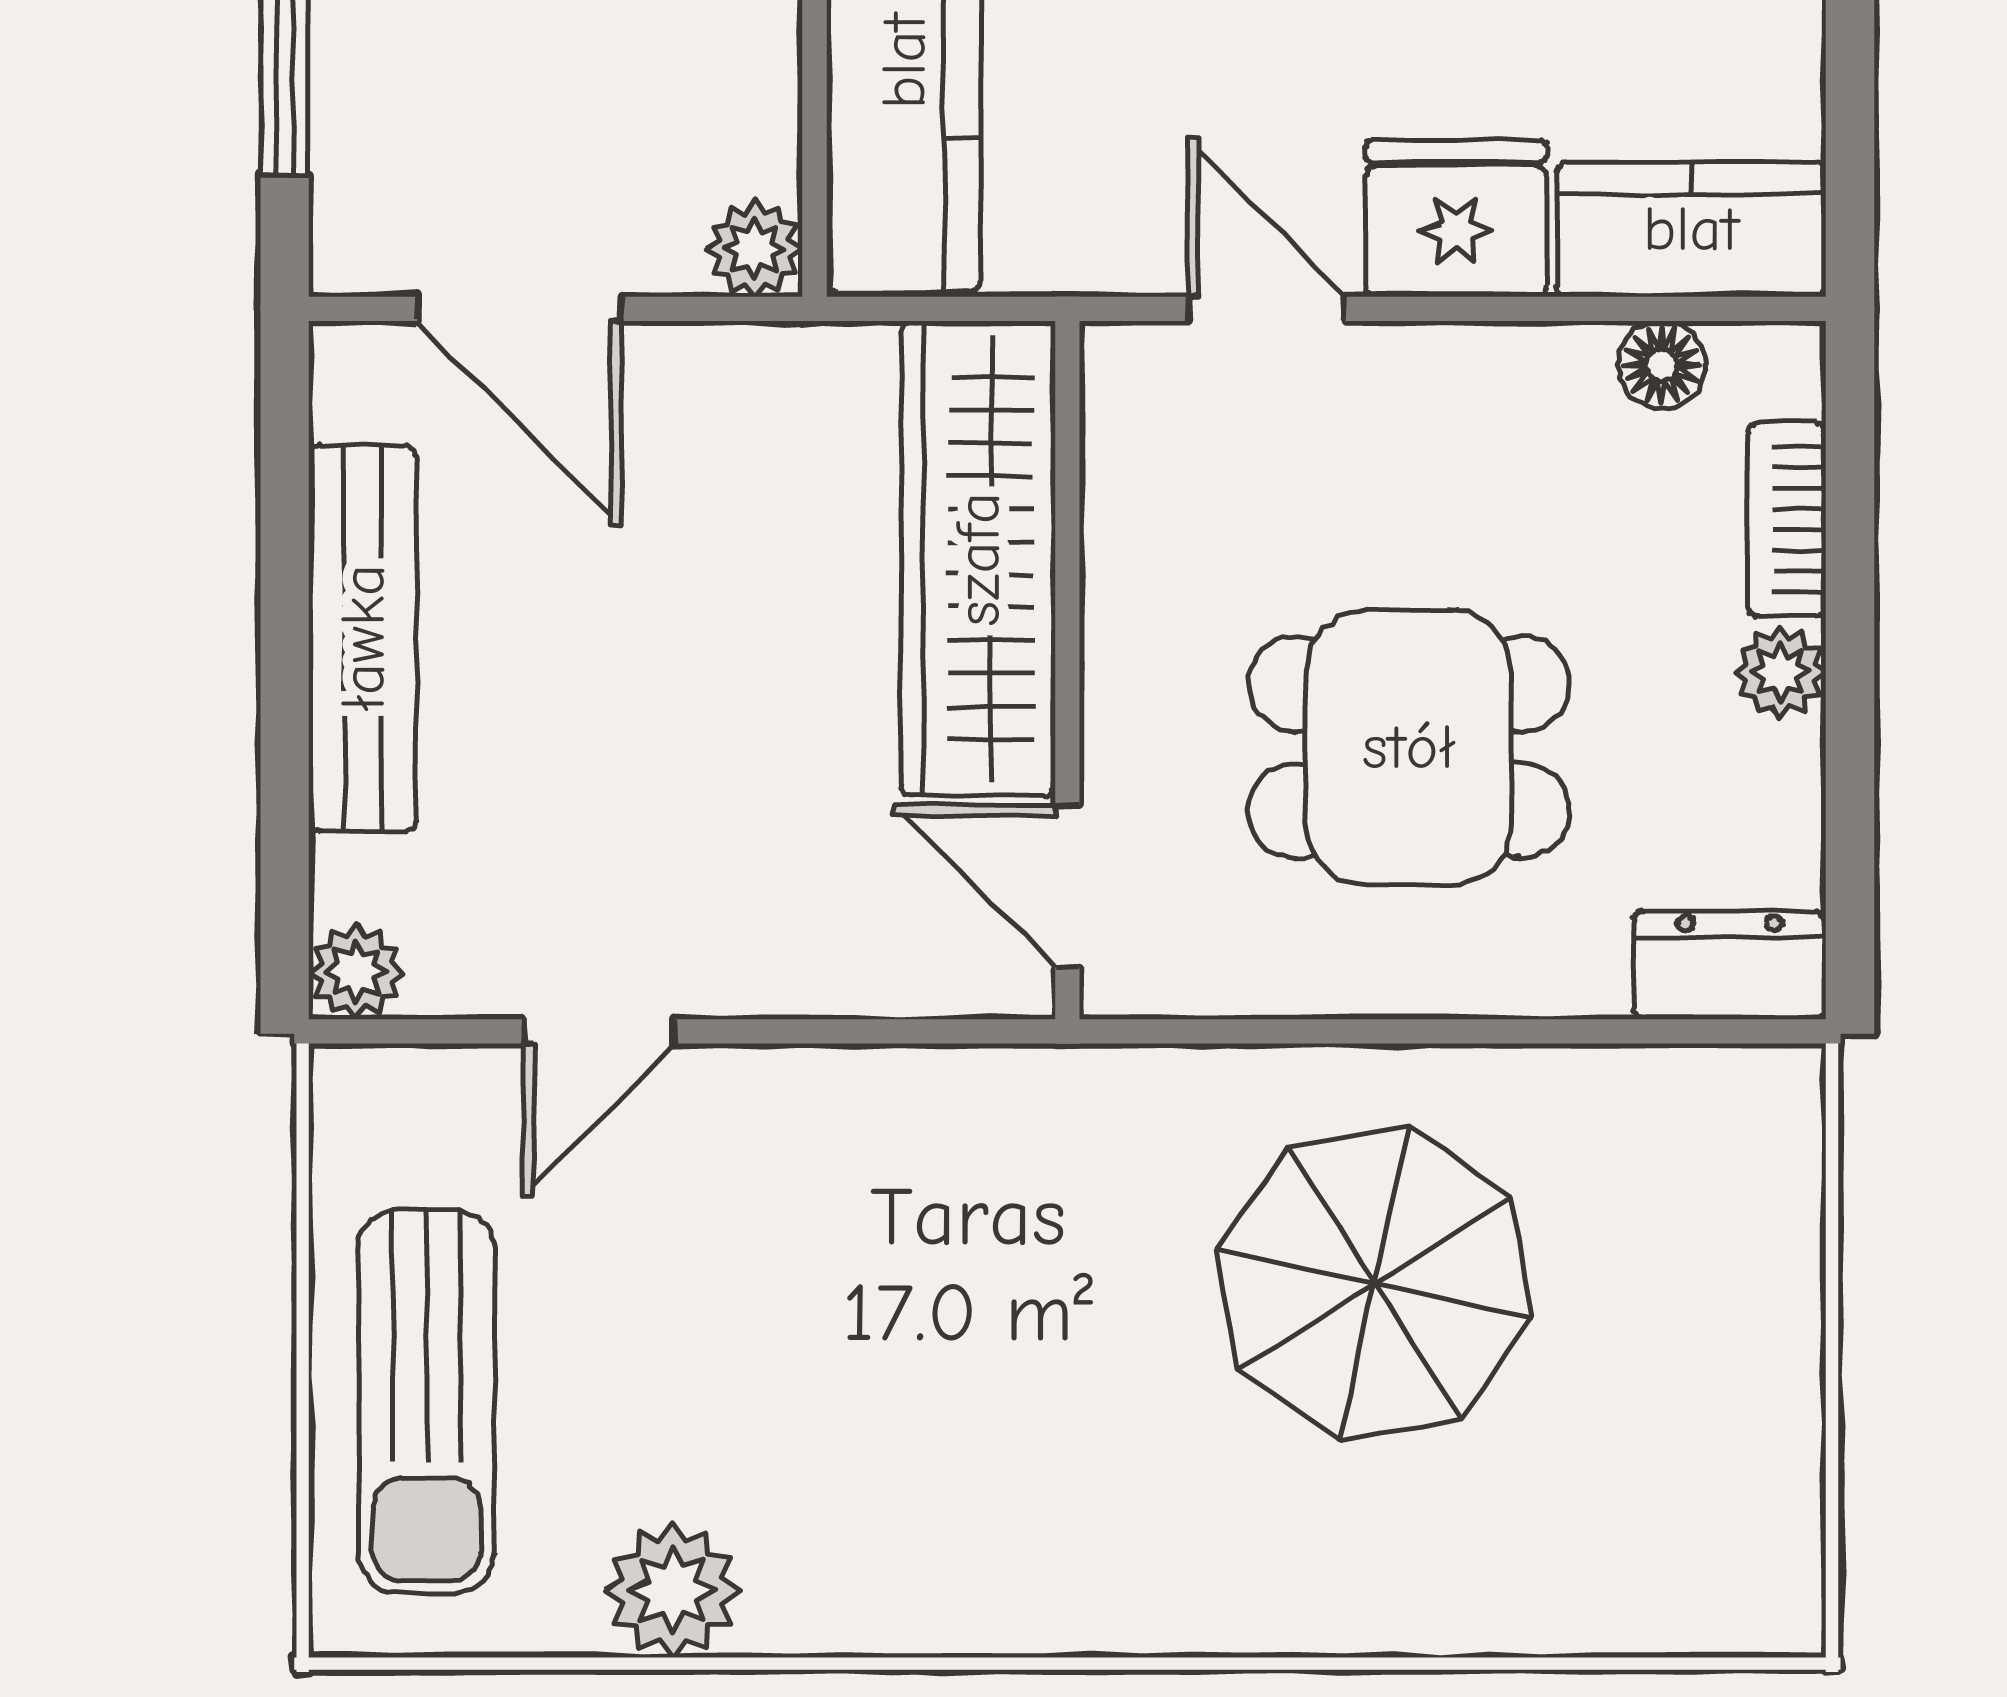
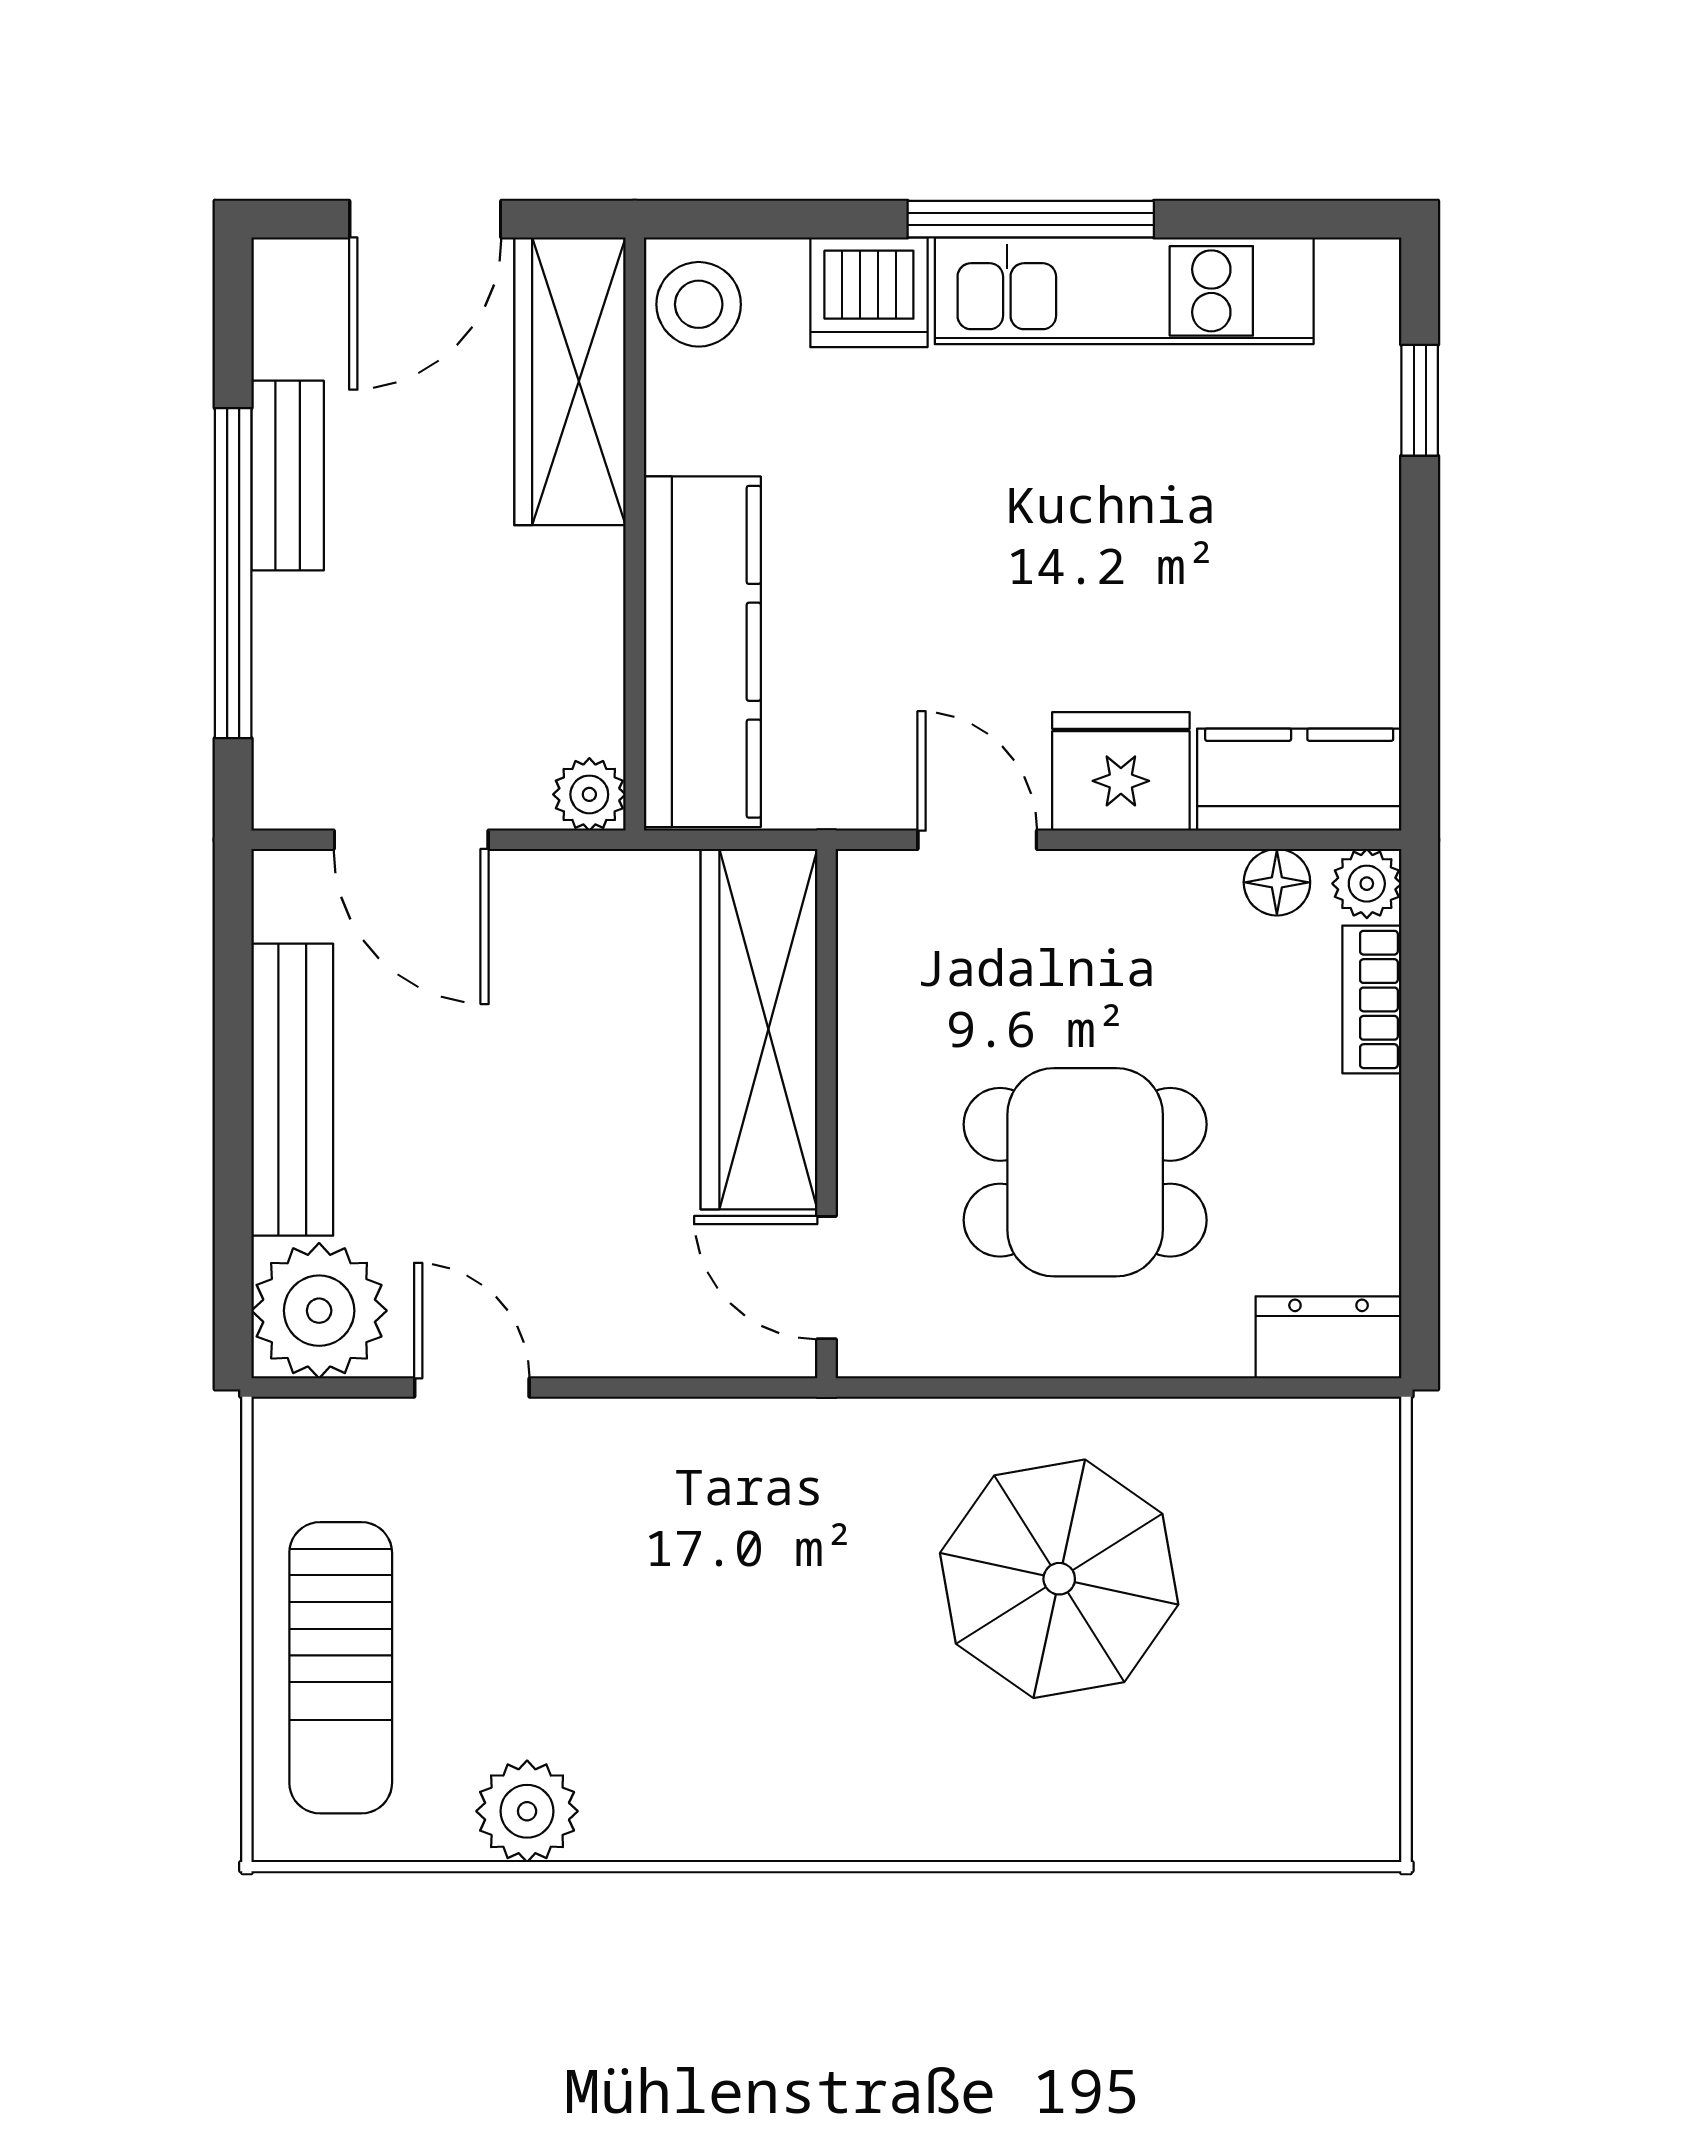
plant: (1780, 672) -> (1367, 884), moved
plant: (356, 972) -> (319, 1311), width x1.87, depth x1.87
door: (600, 1031) -> (472, 1387), swing flipped

